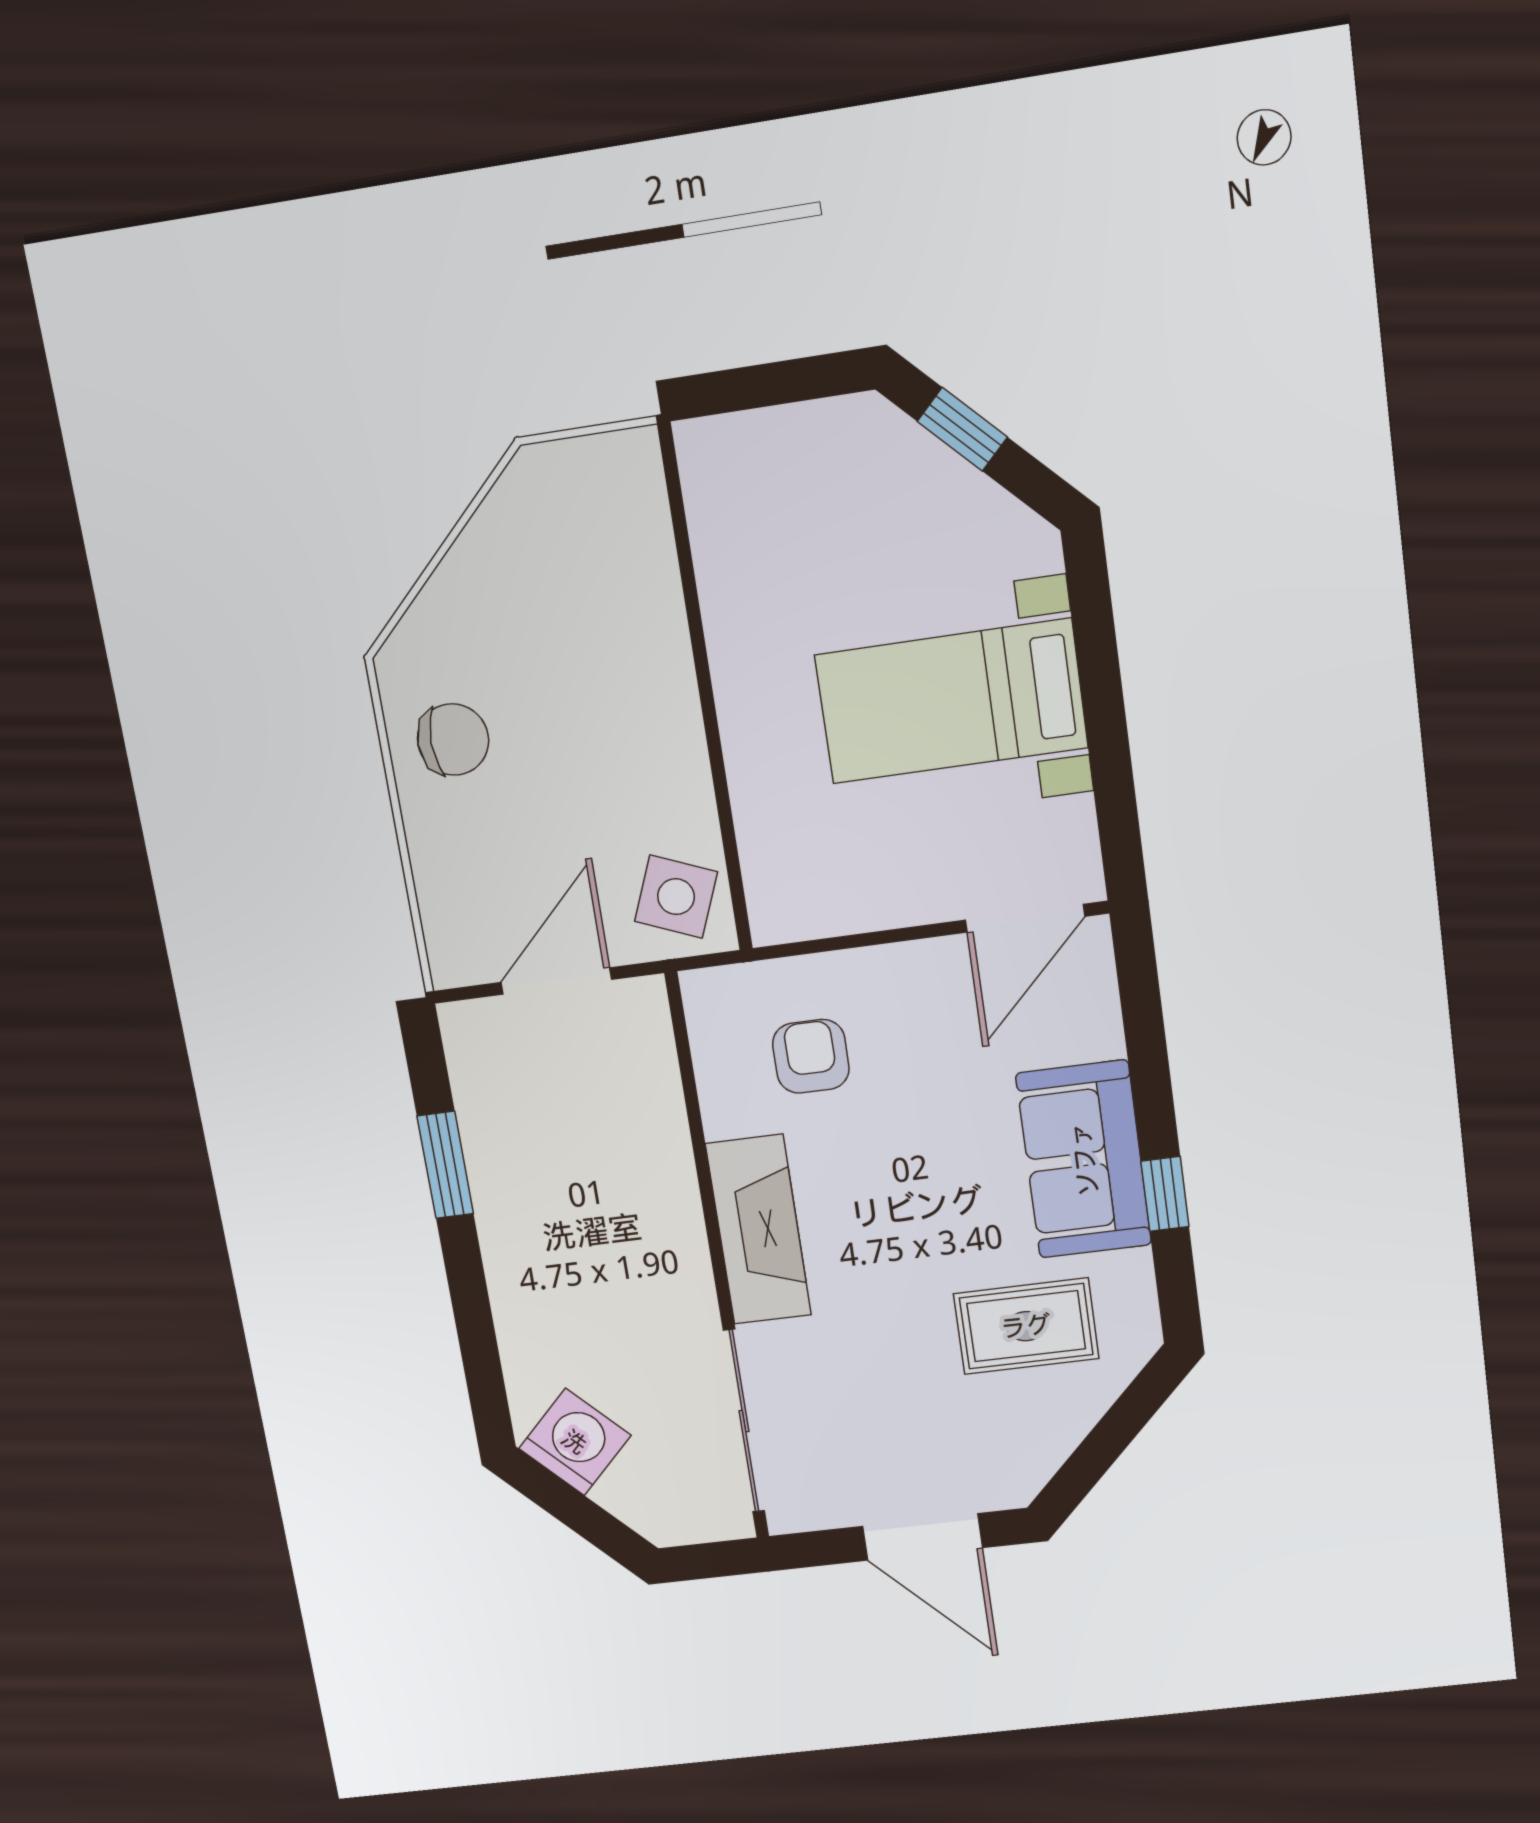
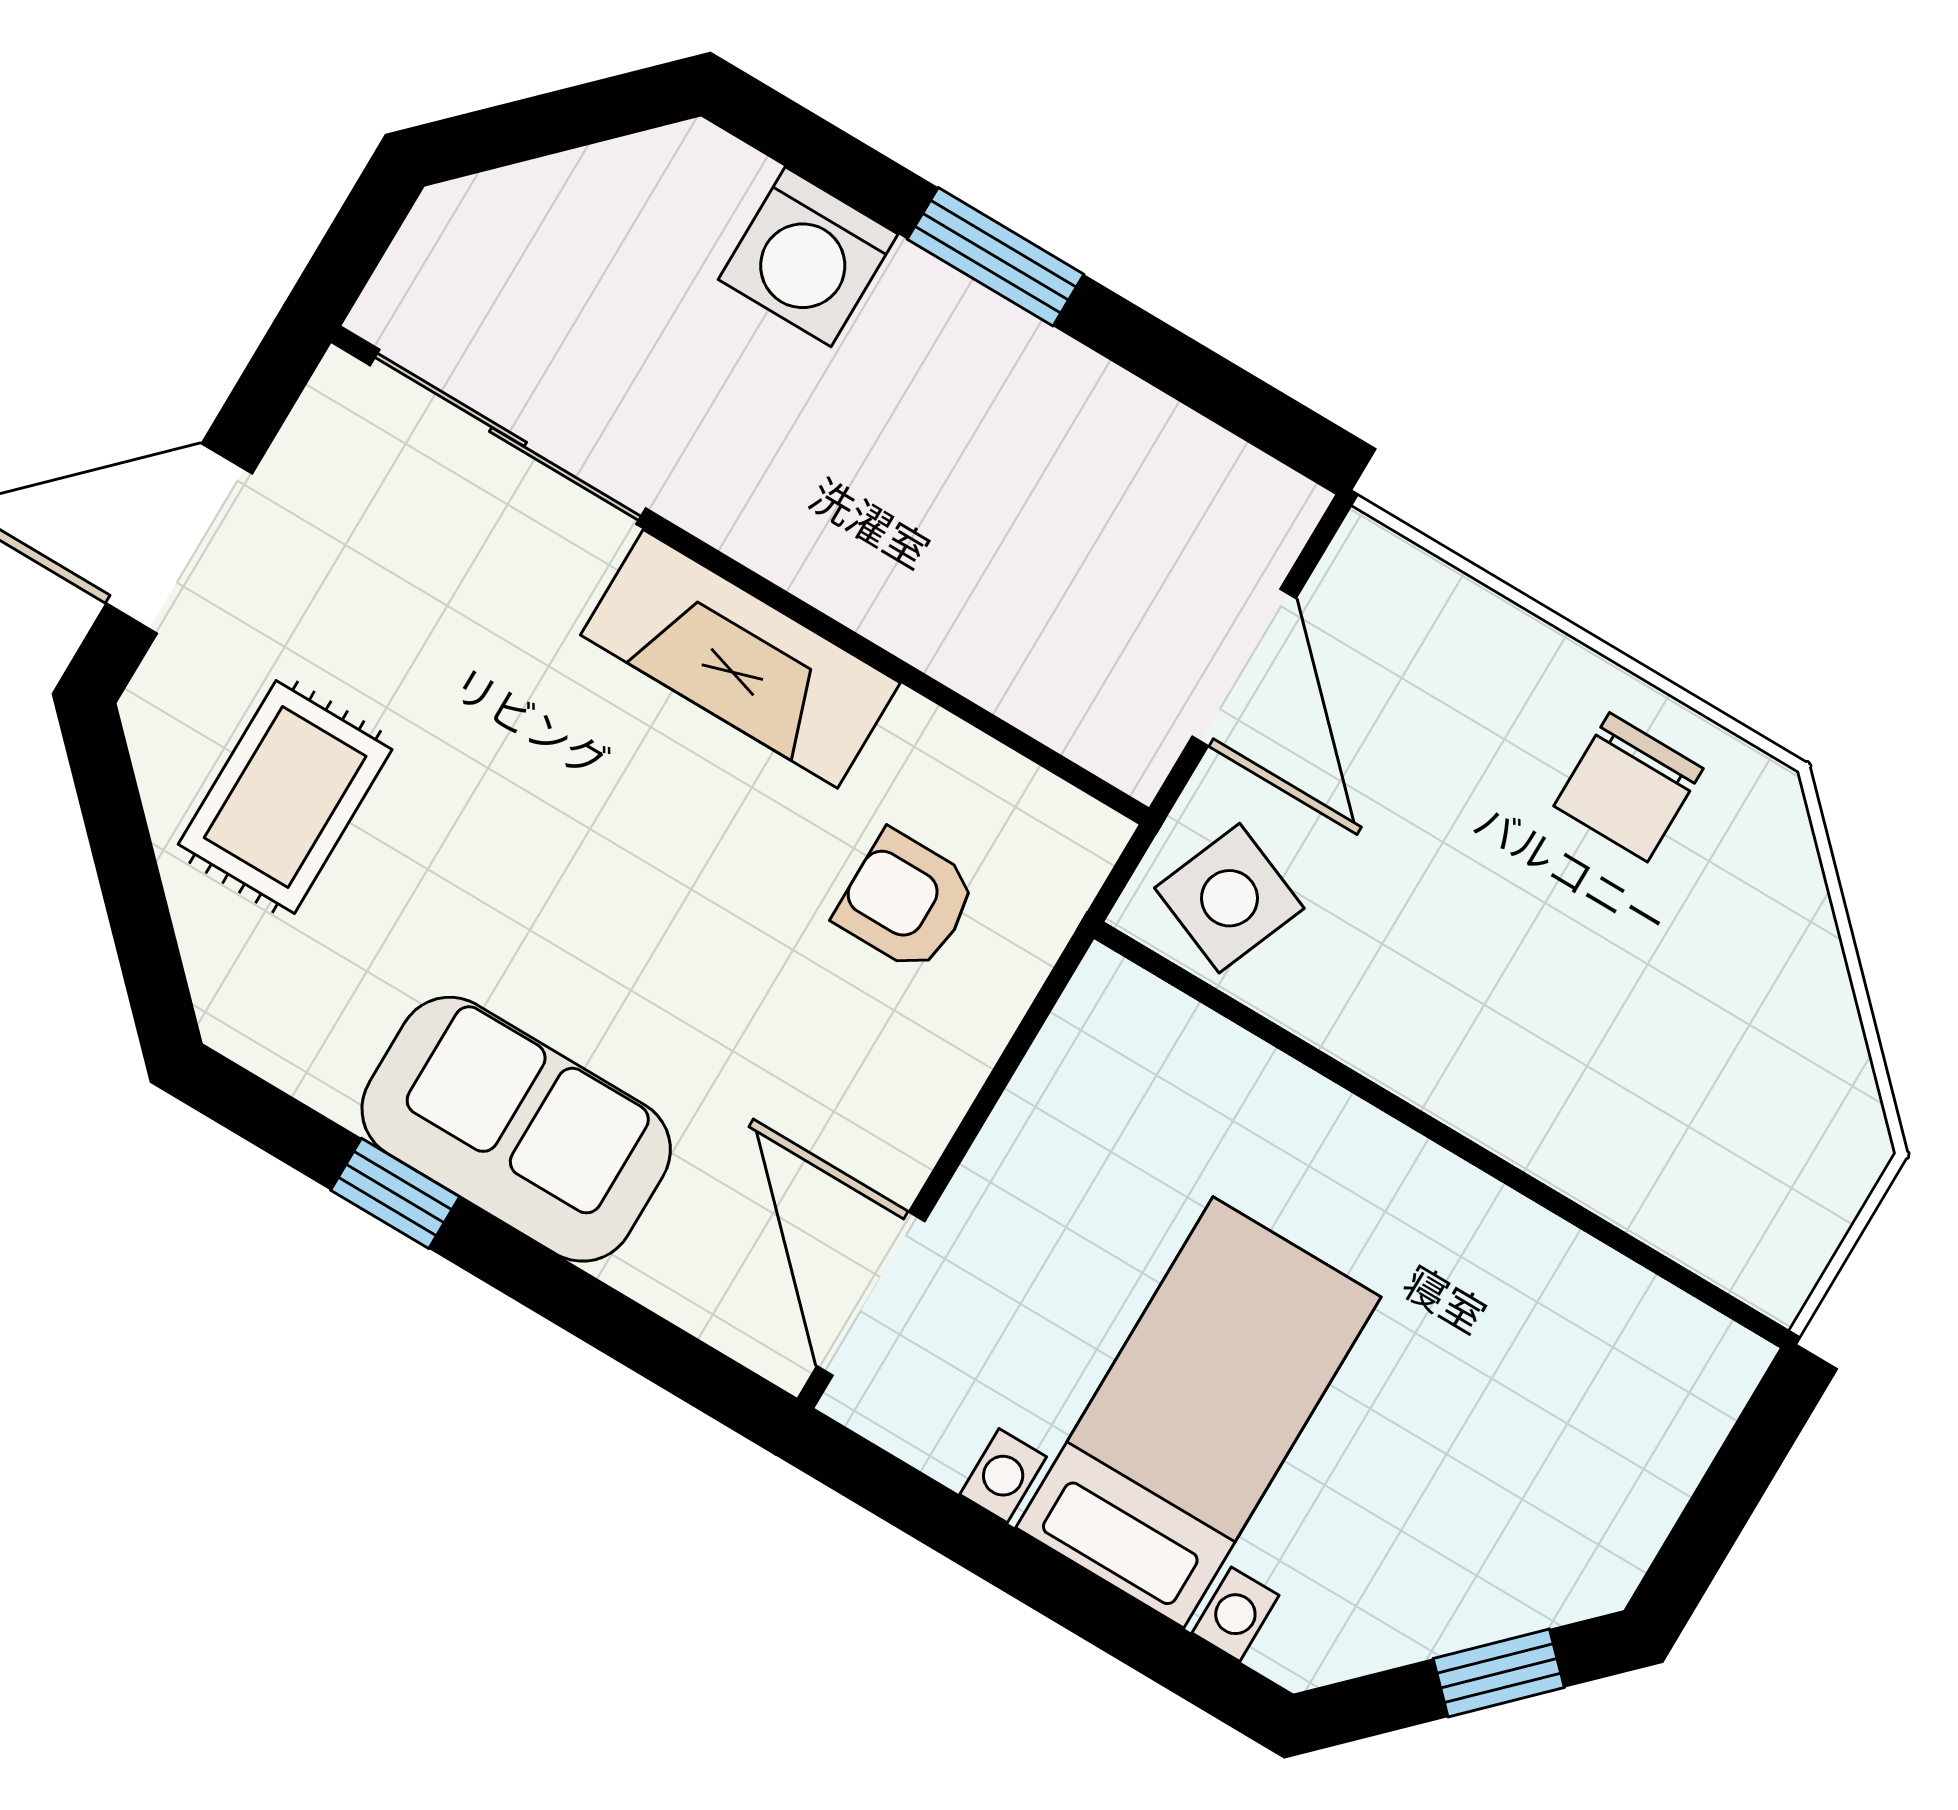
armchair: (811, 1056) -> (906, 901), turned 180
window: (445, 1165) -> (996, 257), moved
rug: (1026, 1326) -> (285, 797), moved
washing machine: (575, 1442) -> (808, 257), moved, turned 45

